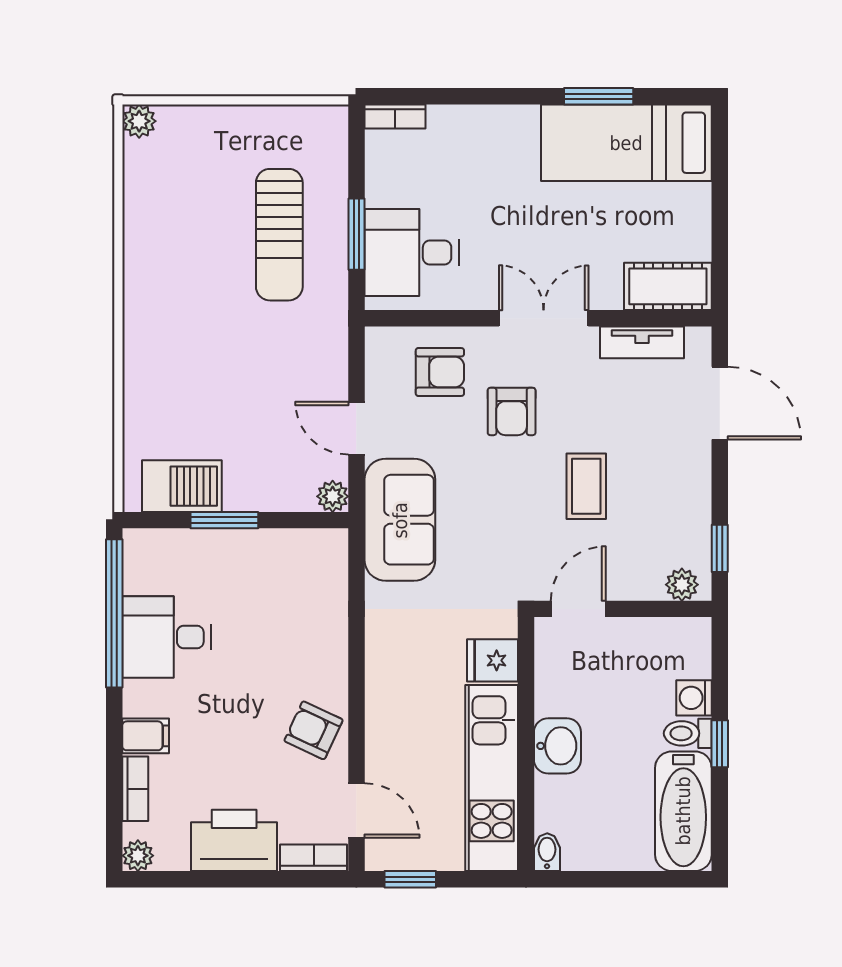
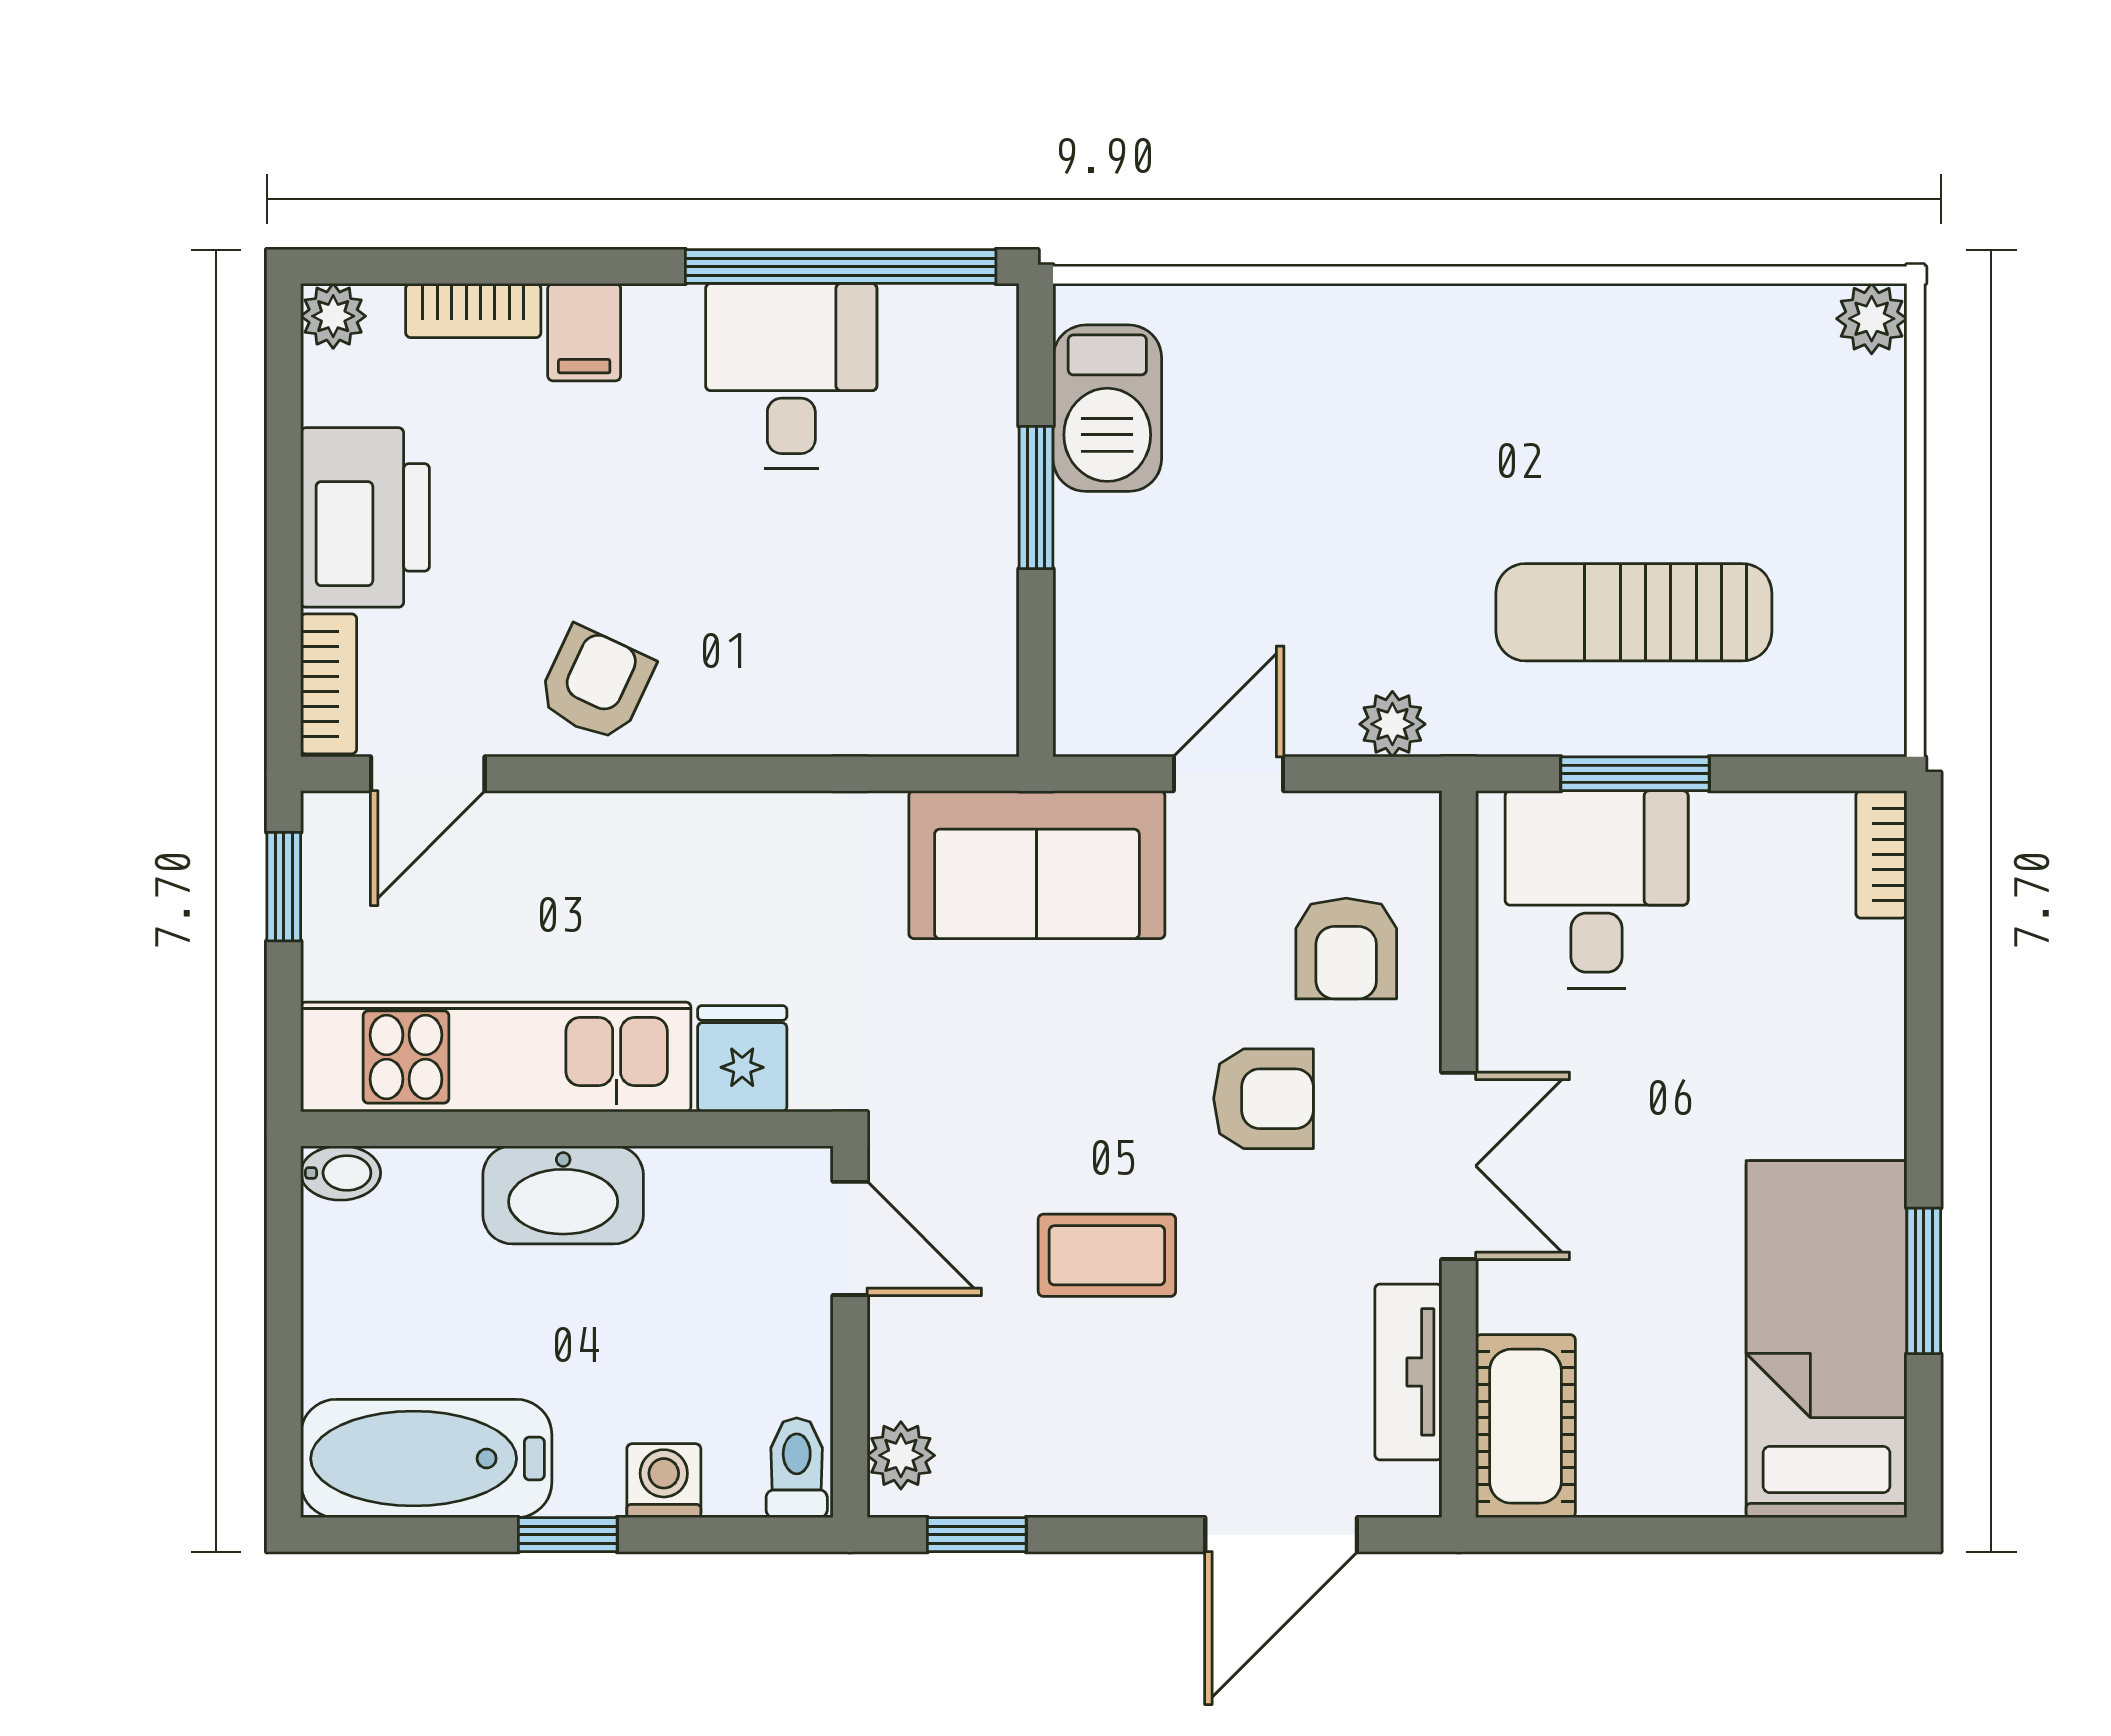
armchair: (512, 411) -> (1264, 1099), turned 180
plant: (333, 496) -> (1392, 724), moved
toilet: (688, 733) -> (797, 1468), moved
washbasin: (557, 746) -> (563, 1195), width x1.38

